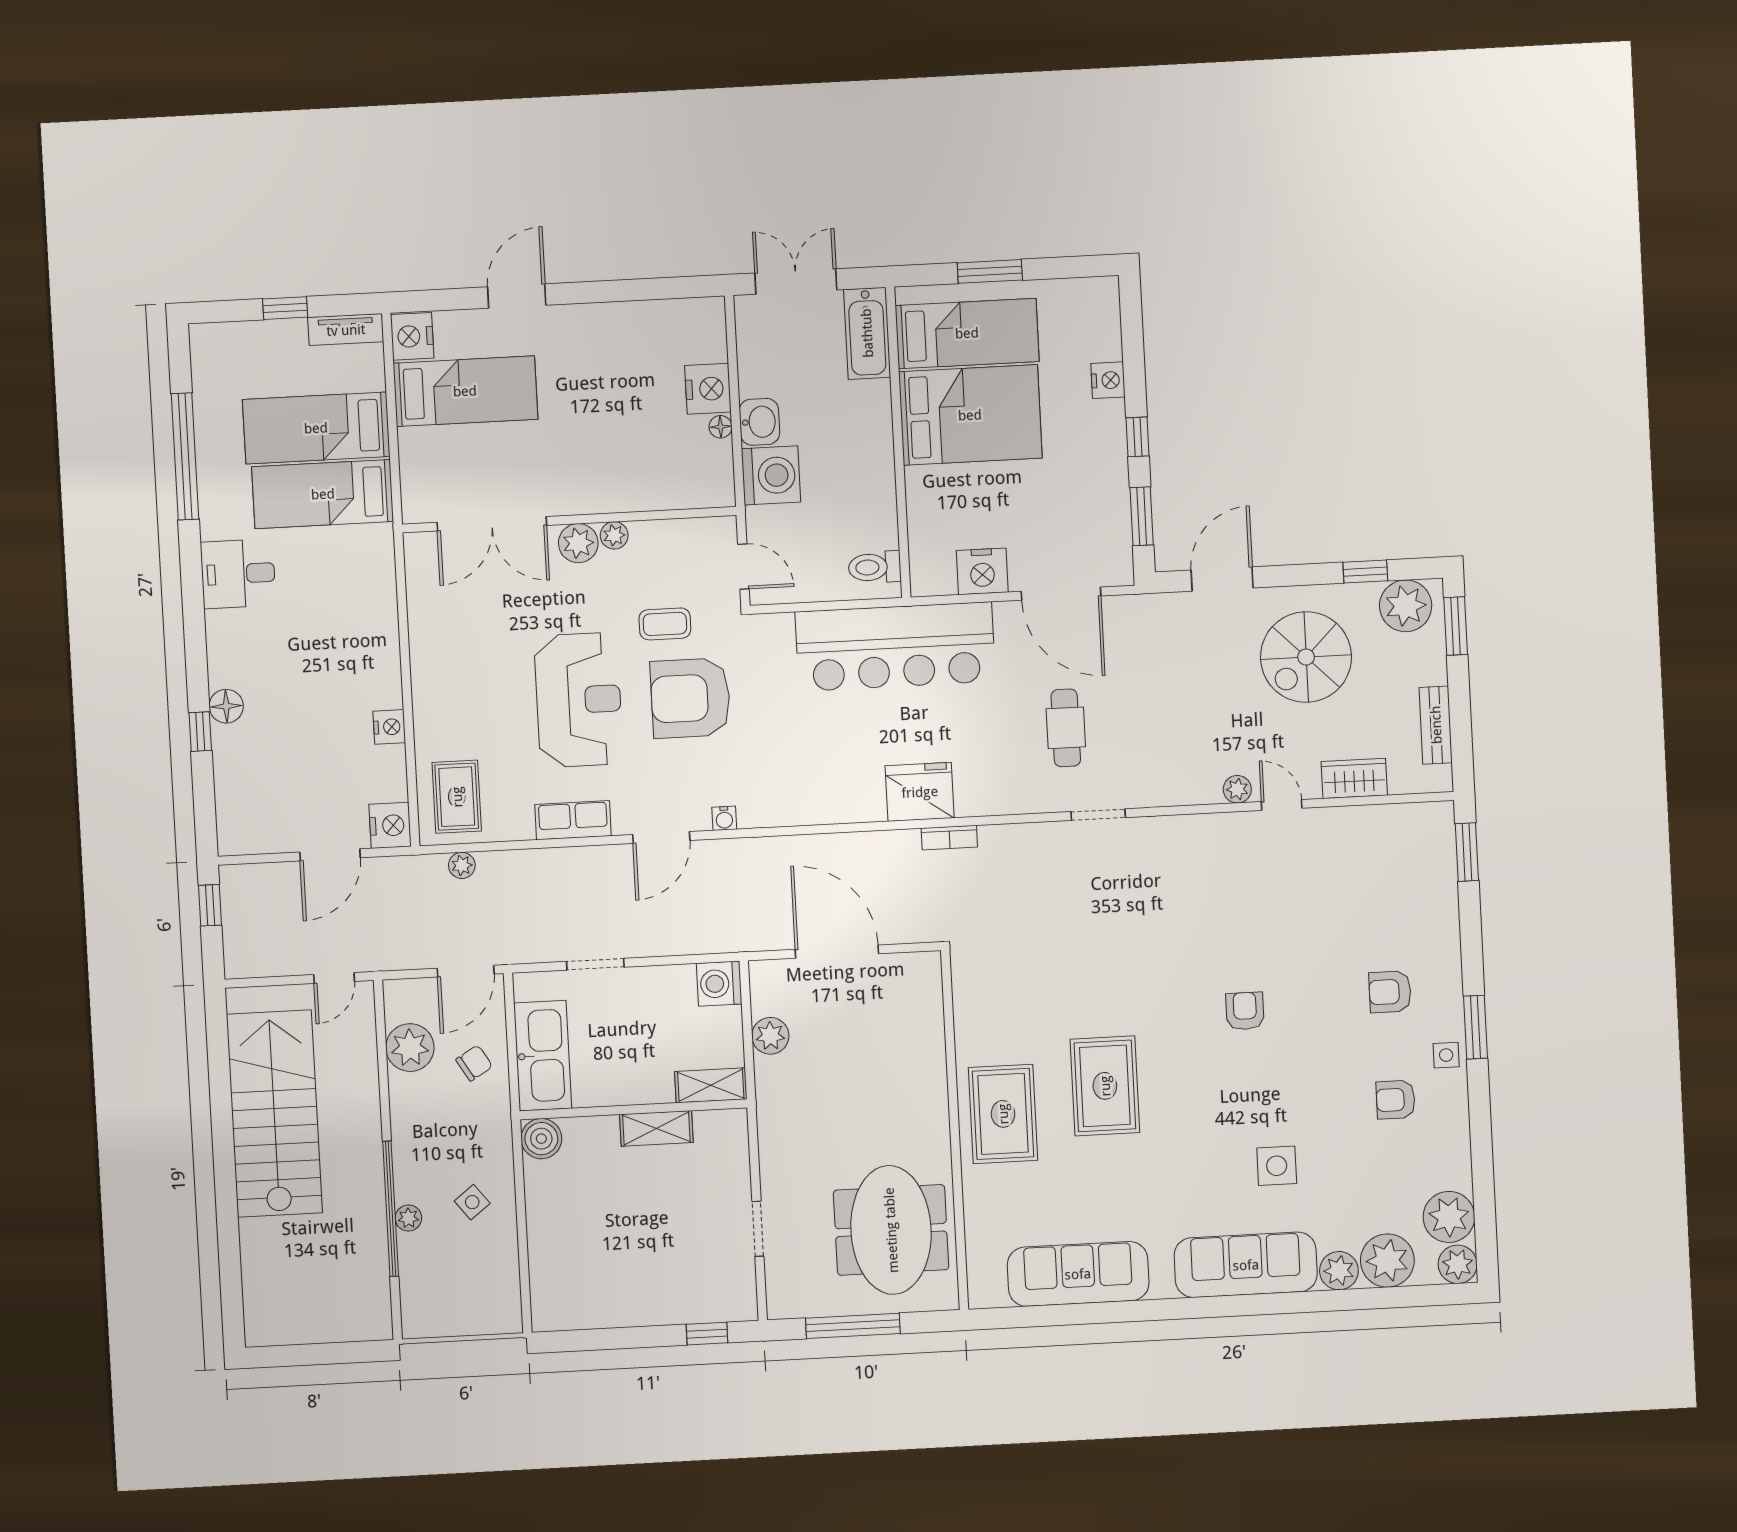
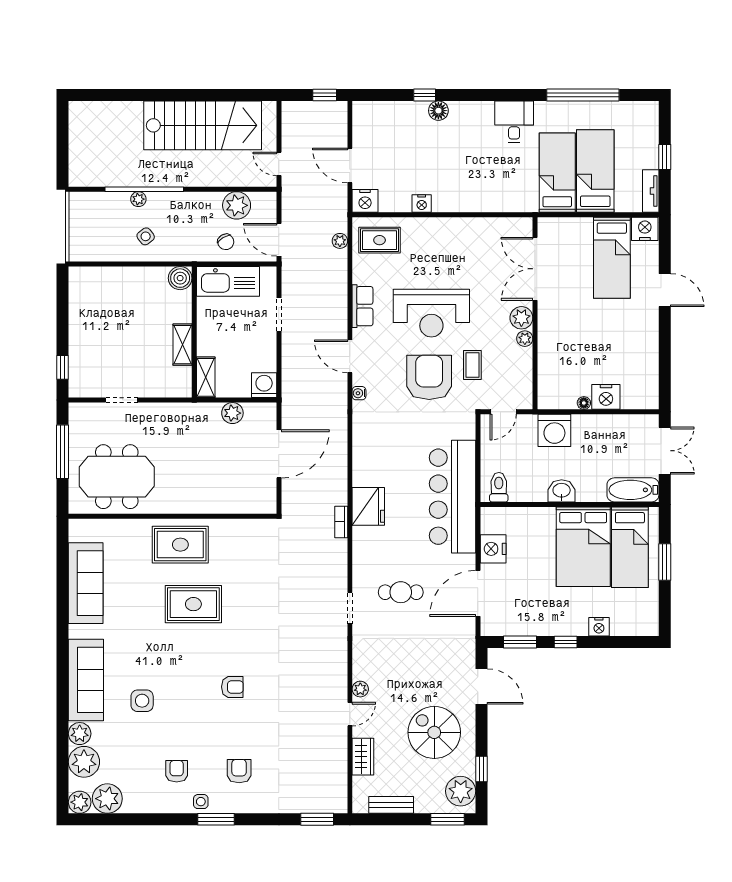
washbasin: (759, 422) -> (562, 491), moved, turned 180

